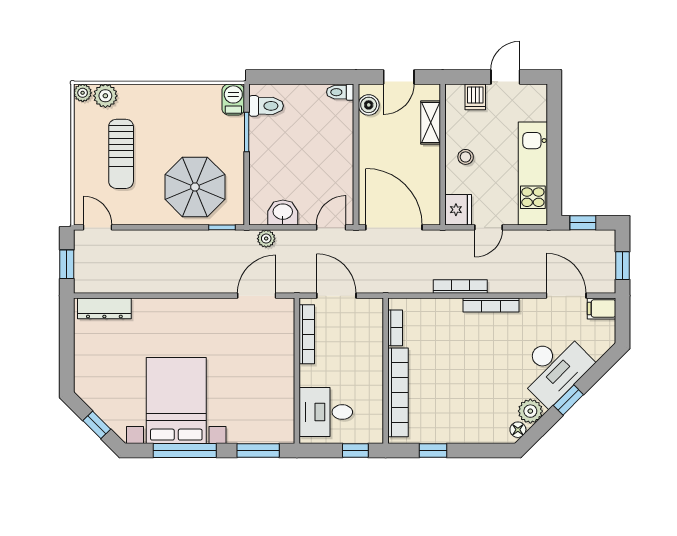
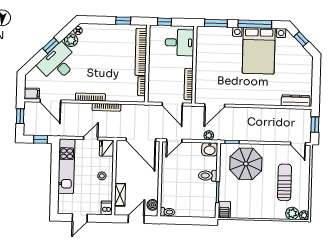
dishwasher: (475, 97) -> (107, 208), moved
toilet: (266, 106) -> (208, 176), moved
washbasin: (283, 212) -> (210, 149), moved

